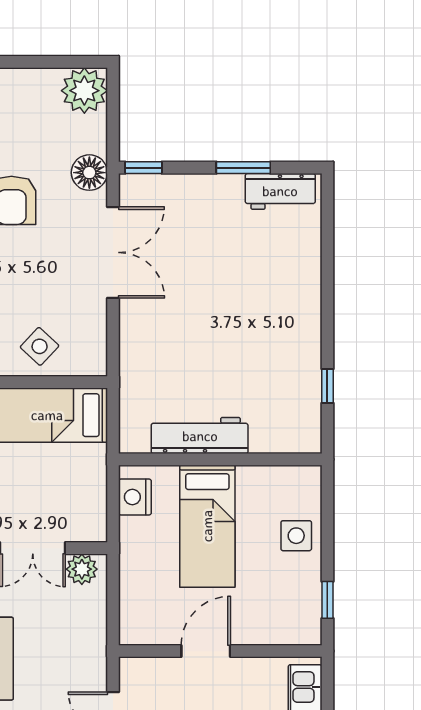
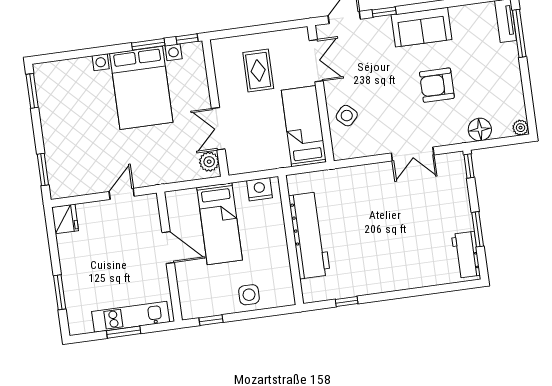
plant: (84, 91) -> (521, 128), width x0.53, depth x0.53
floor lamp: (89, 173) -> (480, 130), moved
double door: (113, 252) -> (413, 154), width x0.73
workbench: (200, 436) -> (309, 235), width x1.36, depth x1.32
bed: (207, 526) -> (220, 224), moved, turned -90

